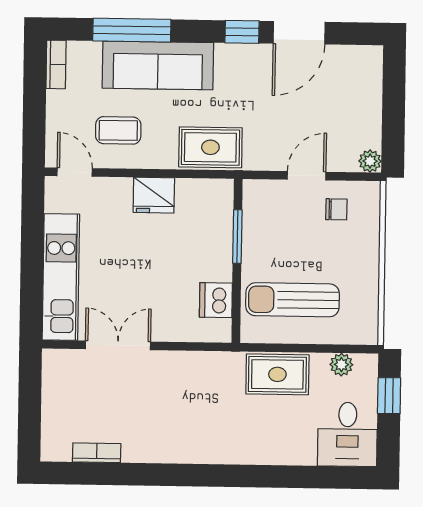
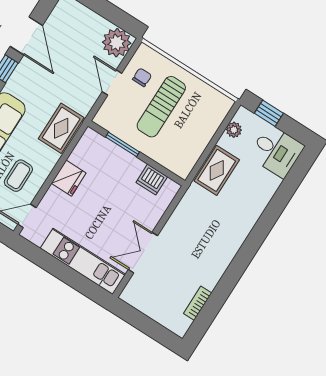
plant: (370, 161) -> (117, 43), width x1.88, depth x1.88
sun lounger: (293, 300) -> (161, 107), moved

